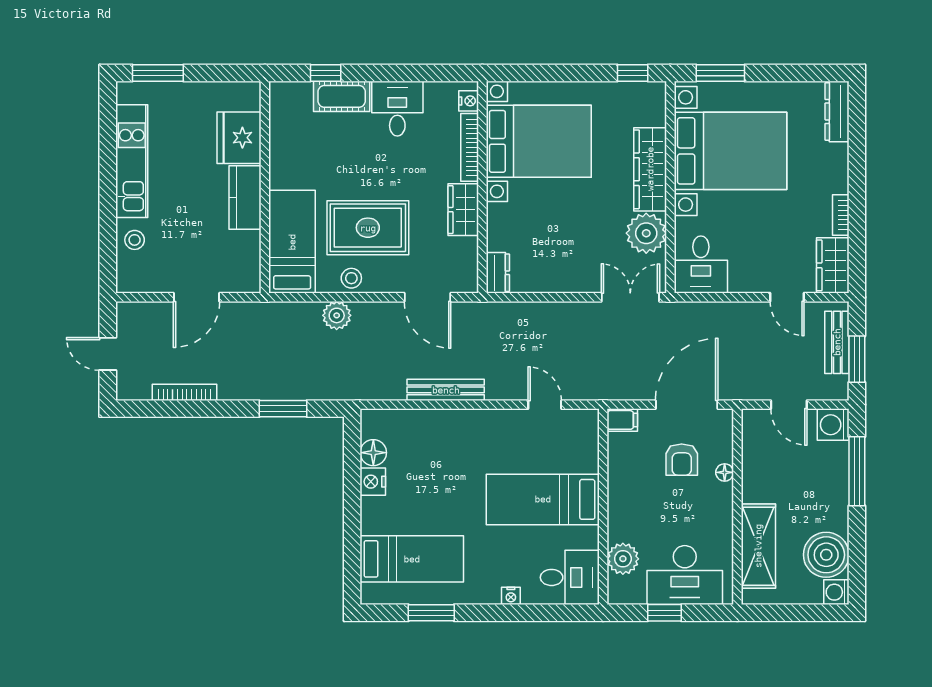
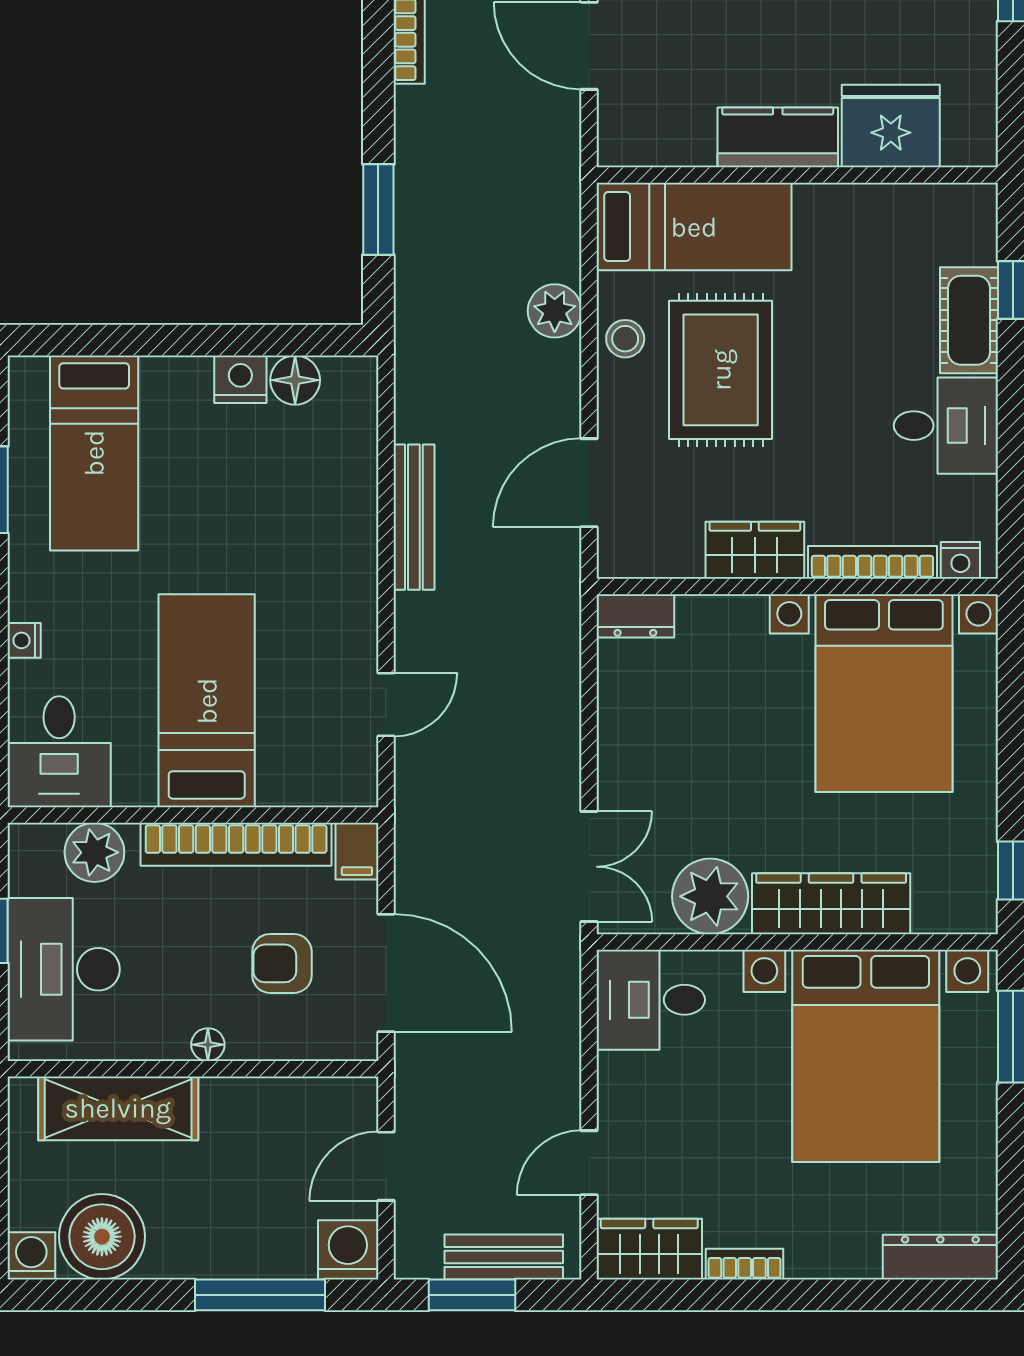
floor lamp: (725, 472) -> (208, 1045), moved
bookcase: (619, 484) -> (236, 844), added

